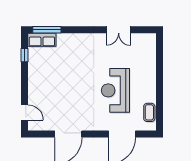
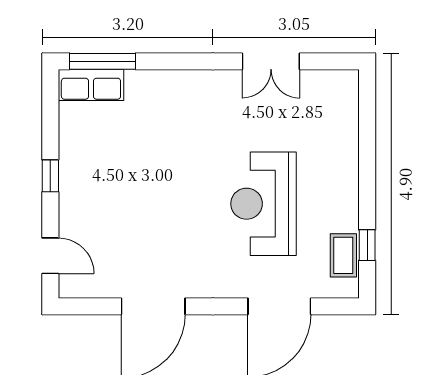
window: (25, 55) -> (50, 176), moved
window: (160, 108) -> (367, 245), added

